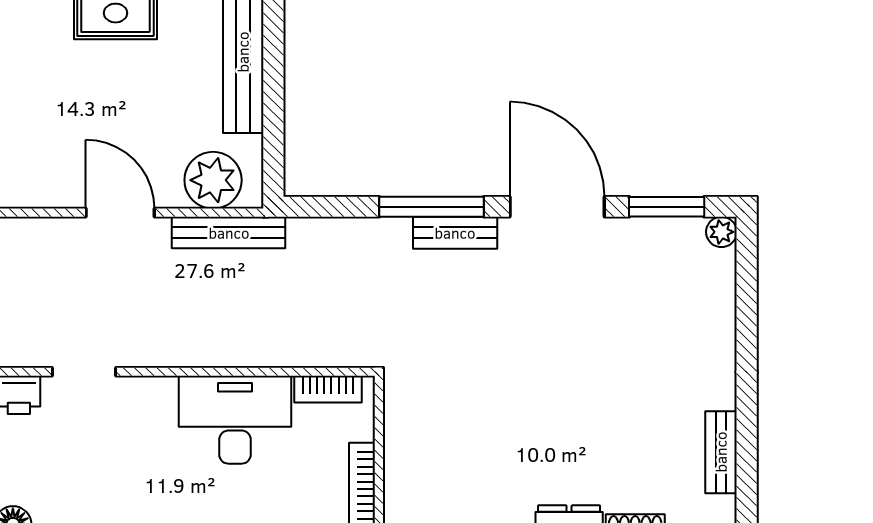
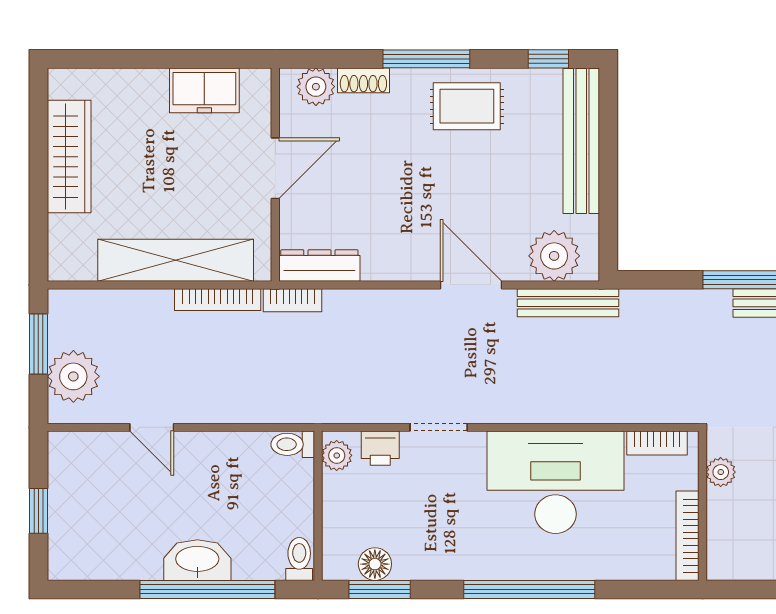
desk: (235, 420) -> (556, 482), width x1.36, depth x1.30
plant: (399, 422) -> (721, 472), added

